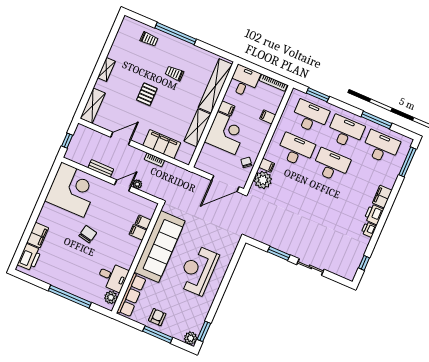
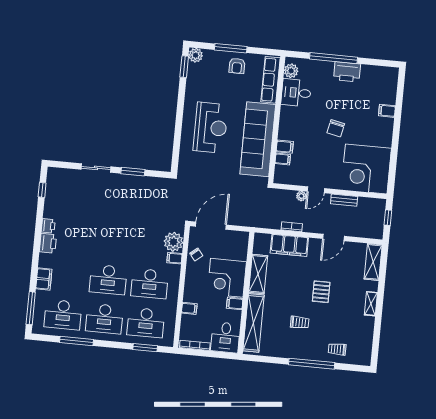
filing cabinet: (382, 197) -> (44, 279), moved
filing cabinet: (38, 235) -> (387, 111), width x0.50
printer: (29, 257) -> (347, 72), moved, turned -90

